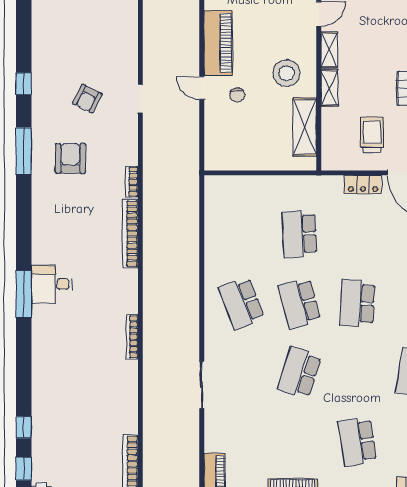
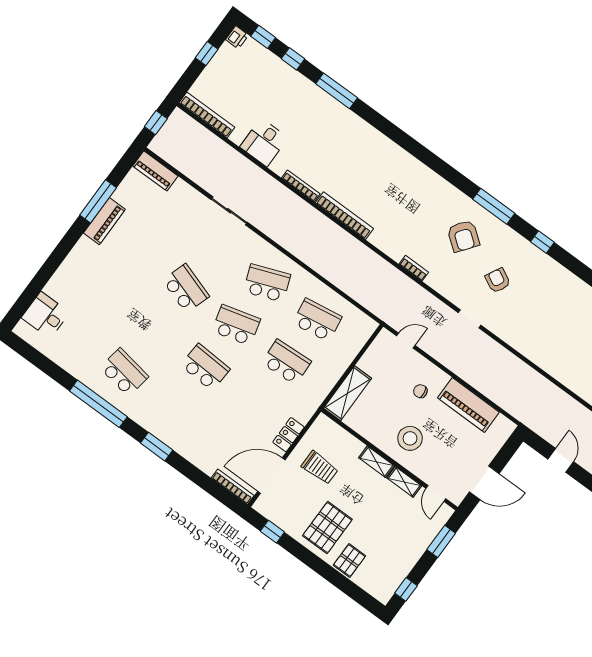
door: (202, 88) -> (406, 341), moved
shelving: (305, 127) -> (347, 393), moved, turned 90
armchair: (70, 158) -> (463, 236), turned 37
bookcase: (130, 234) -> (344, 216), moved
desk: (52, 284) -> (264, 142), moved, turned 180
window: (24, 294) -> (337, 91), moved
school desk: (357, 442) -> (317, 320), moved

